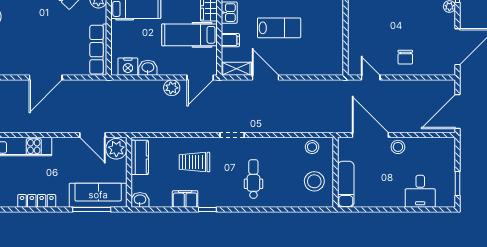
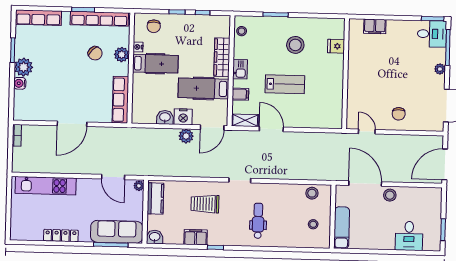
nightstand: (128, 67) -> (183, 117), moved
plant: (116, 149) -> (139, 186), width x0.53, depth x0.53
stool: (314, 181) -> (313, 224), width x0.53, depth x0.53

